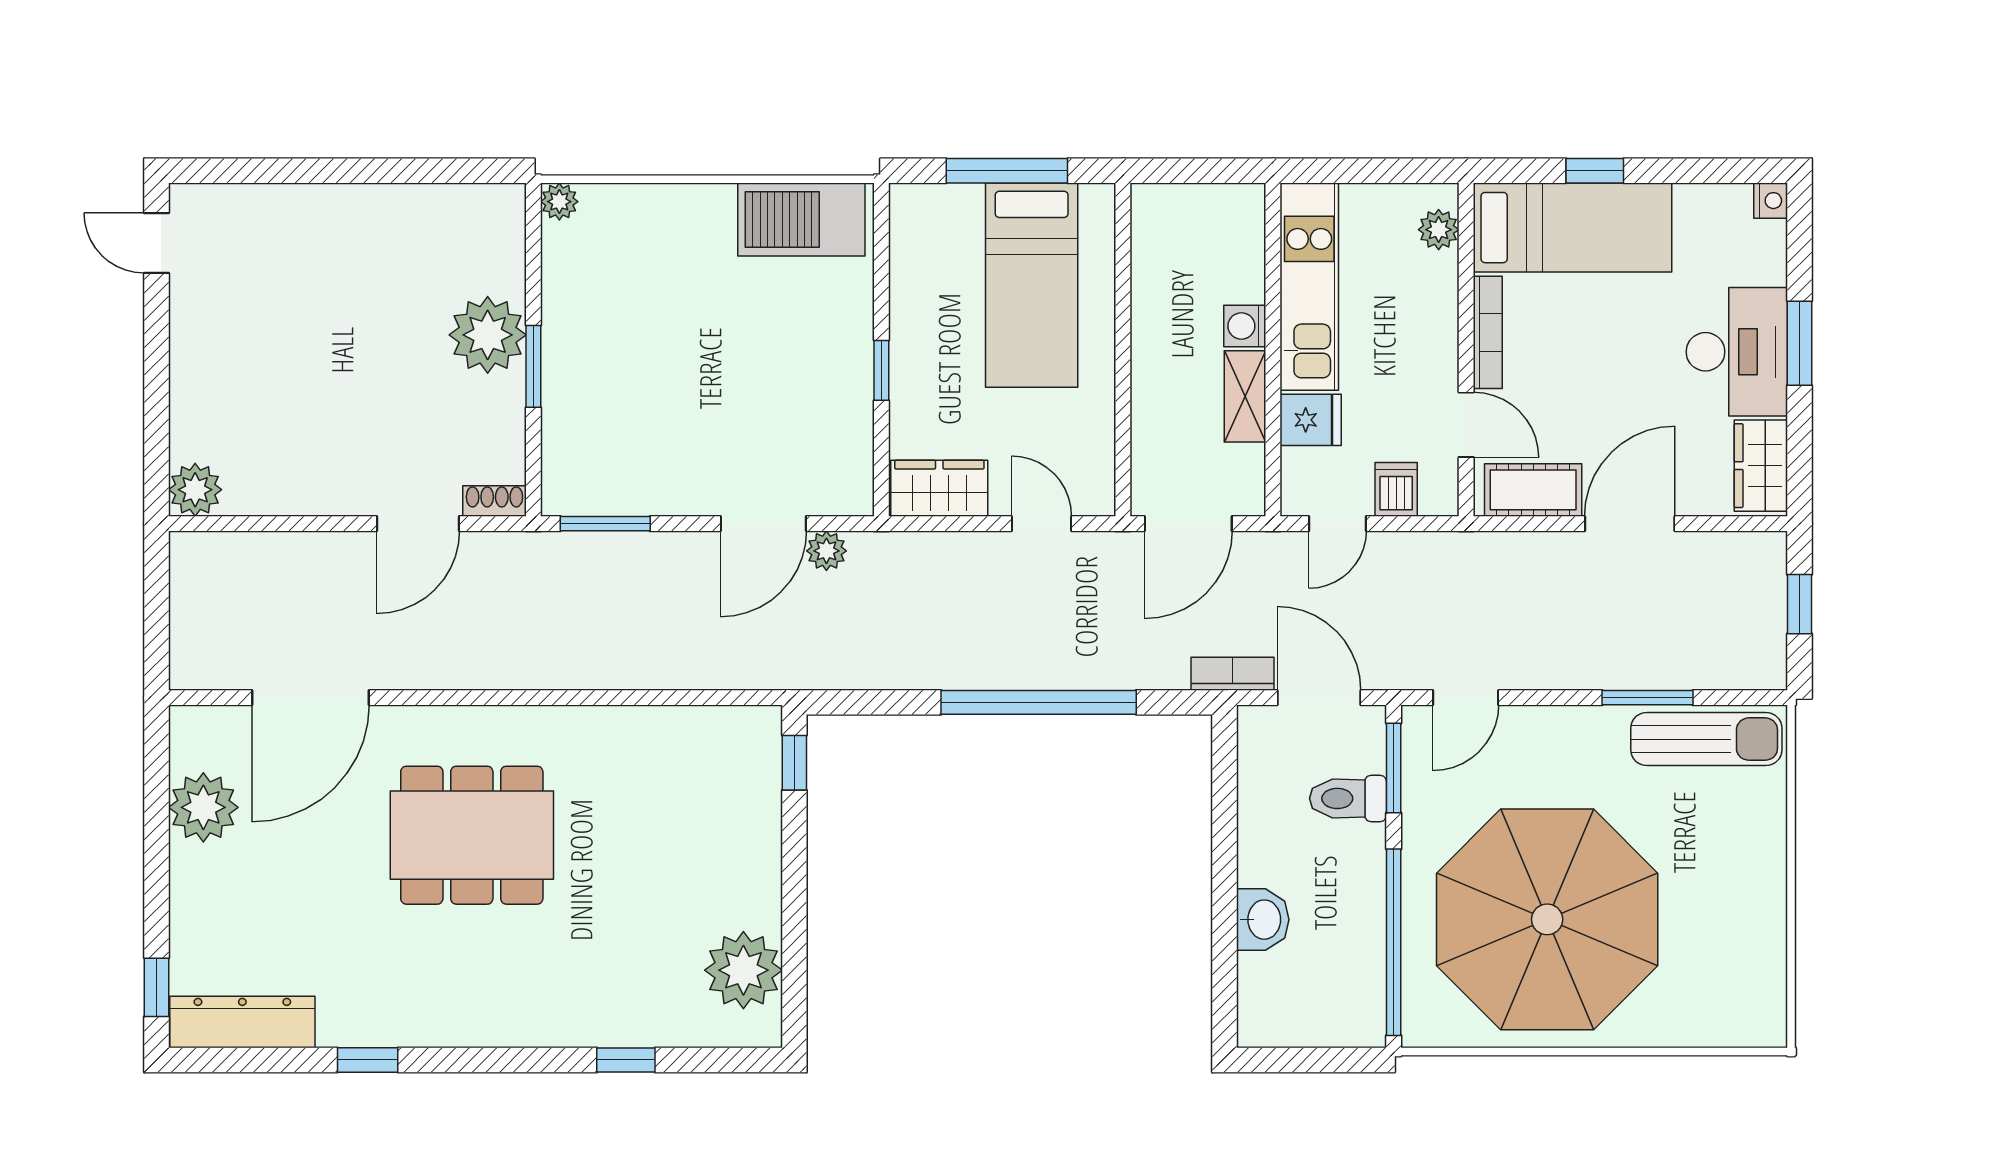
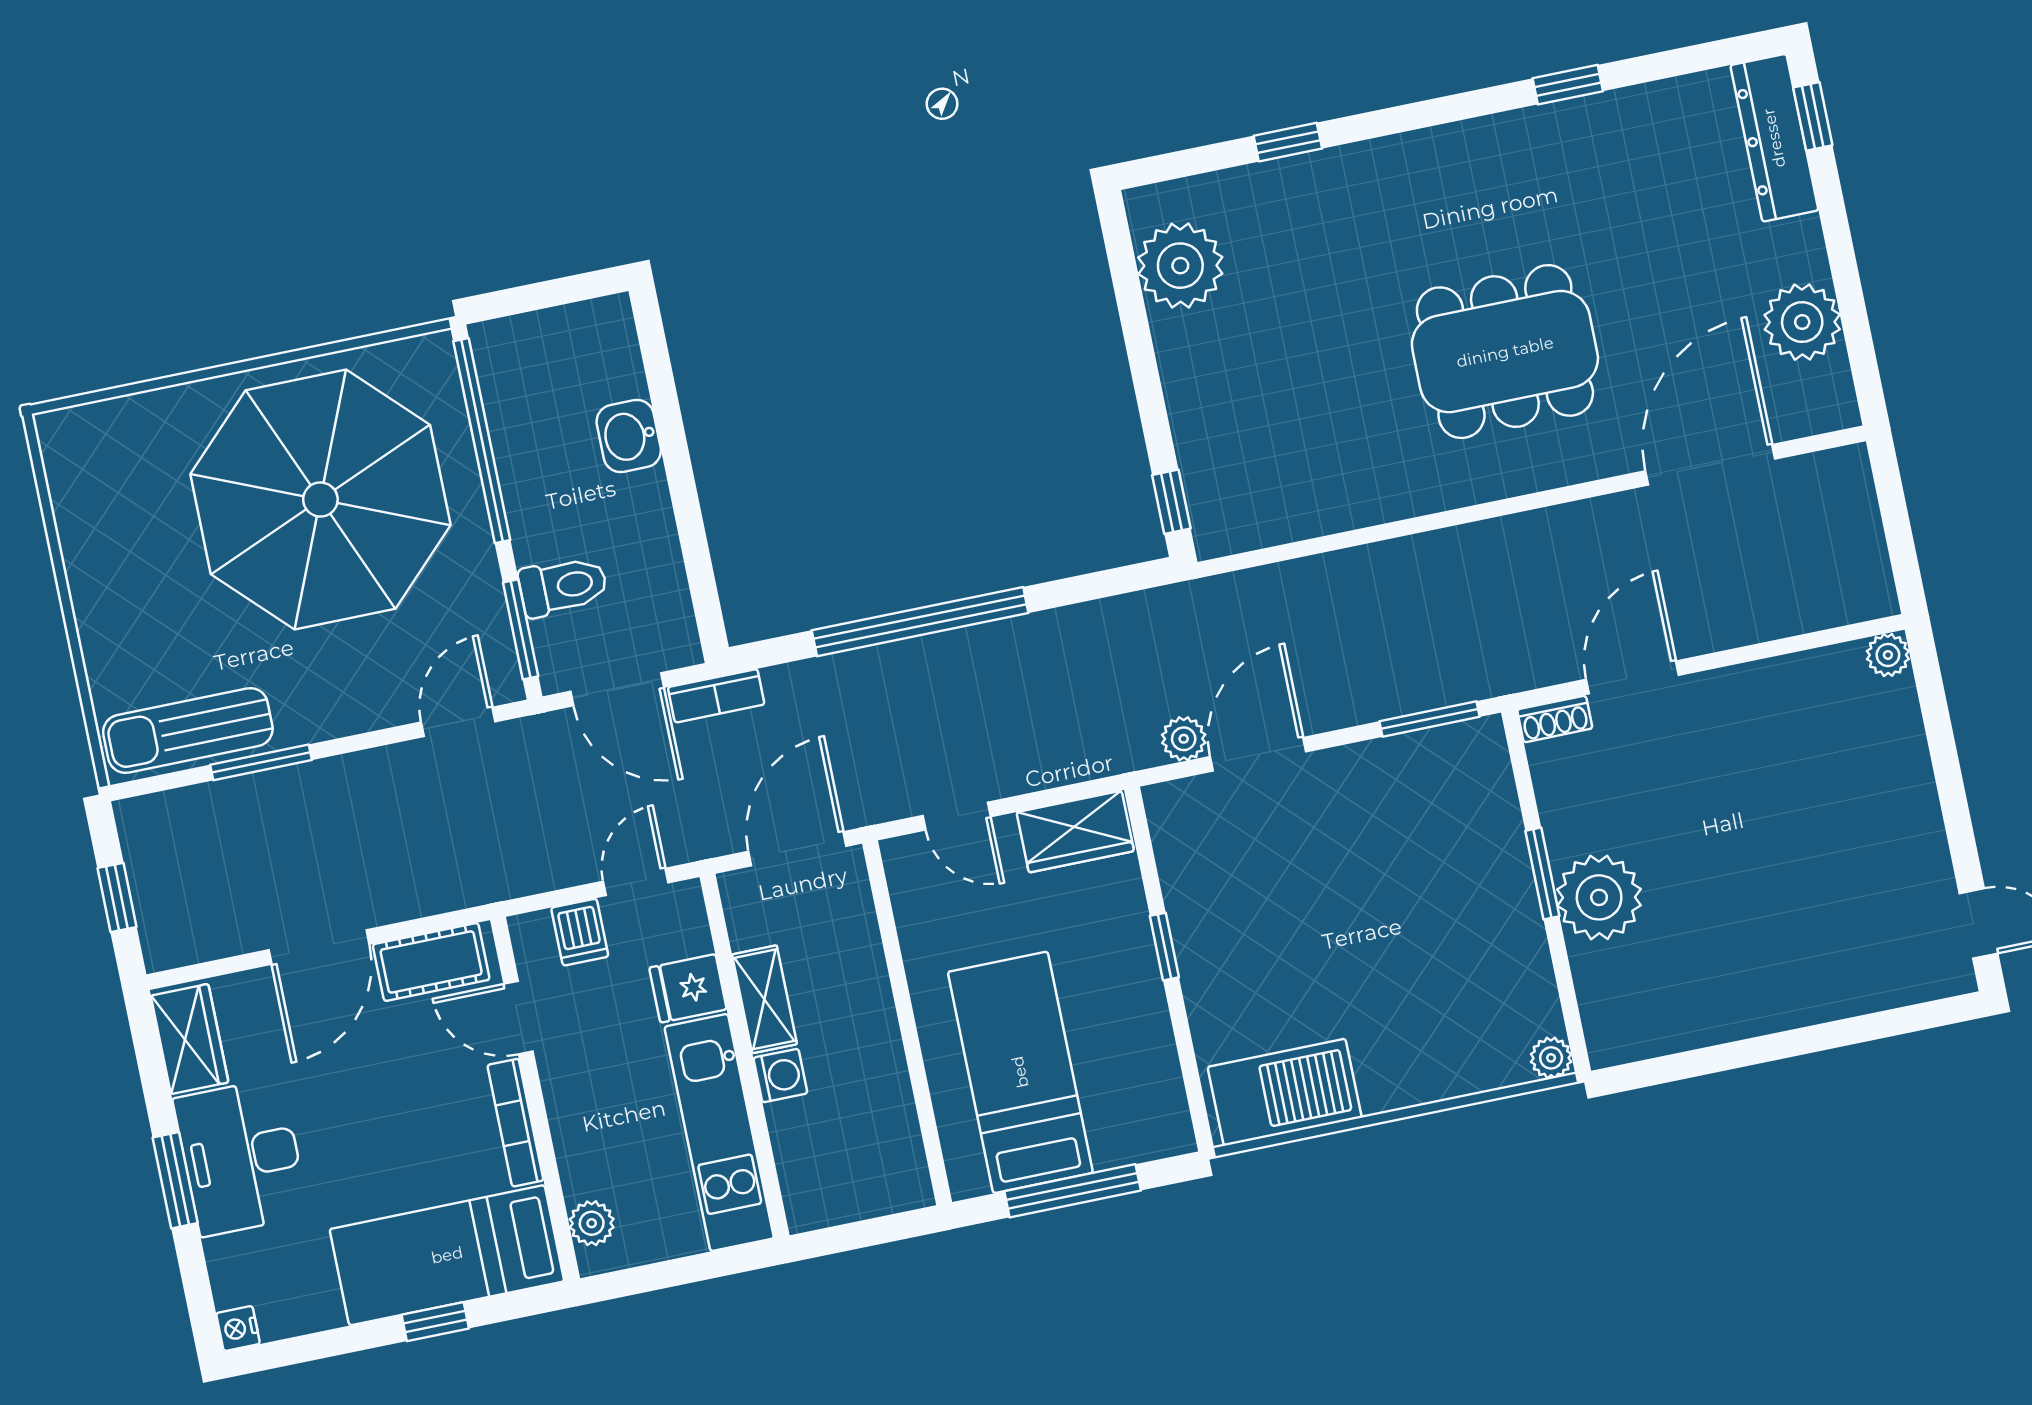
plant: (195, 490) -> (1888, 655), width x0.73, depth x0.73
dresser: (242, 1022) -> (1774, 138), moved, turned 90

